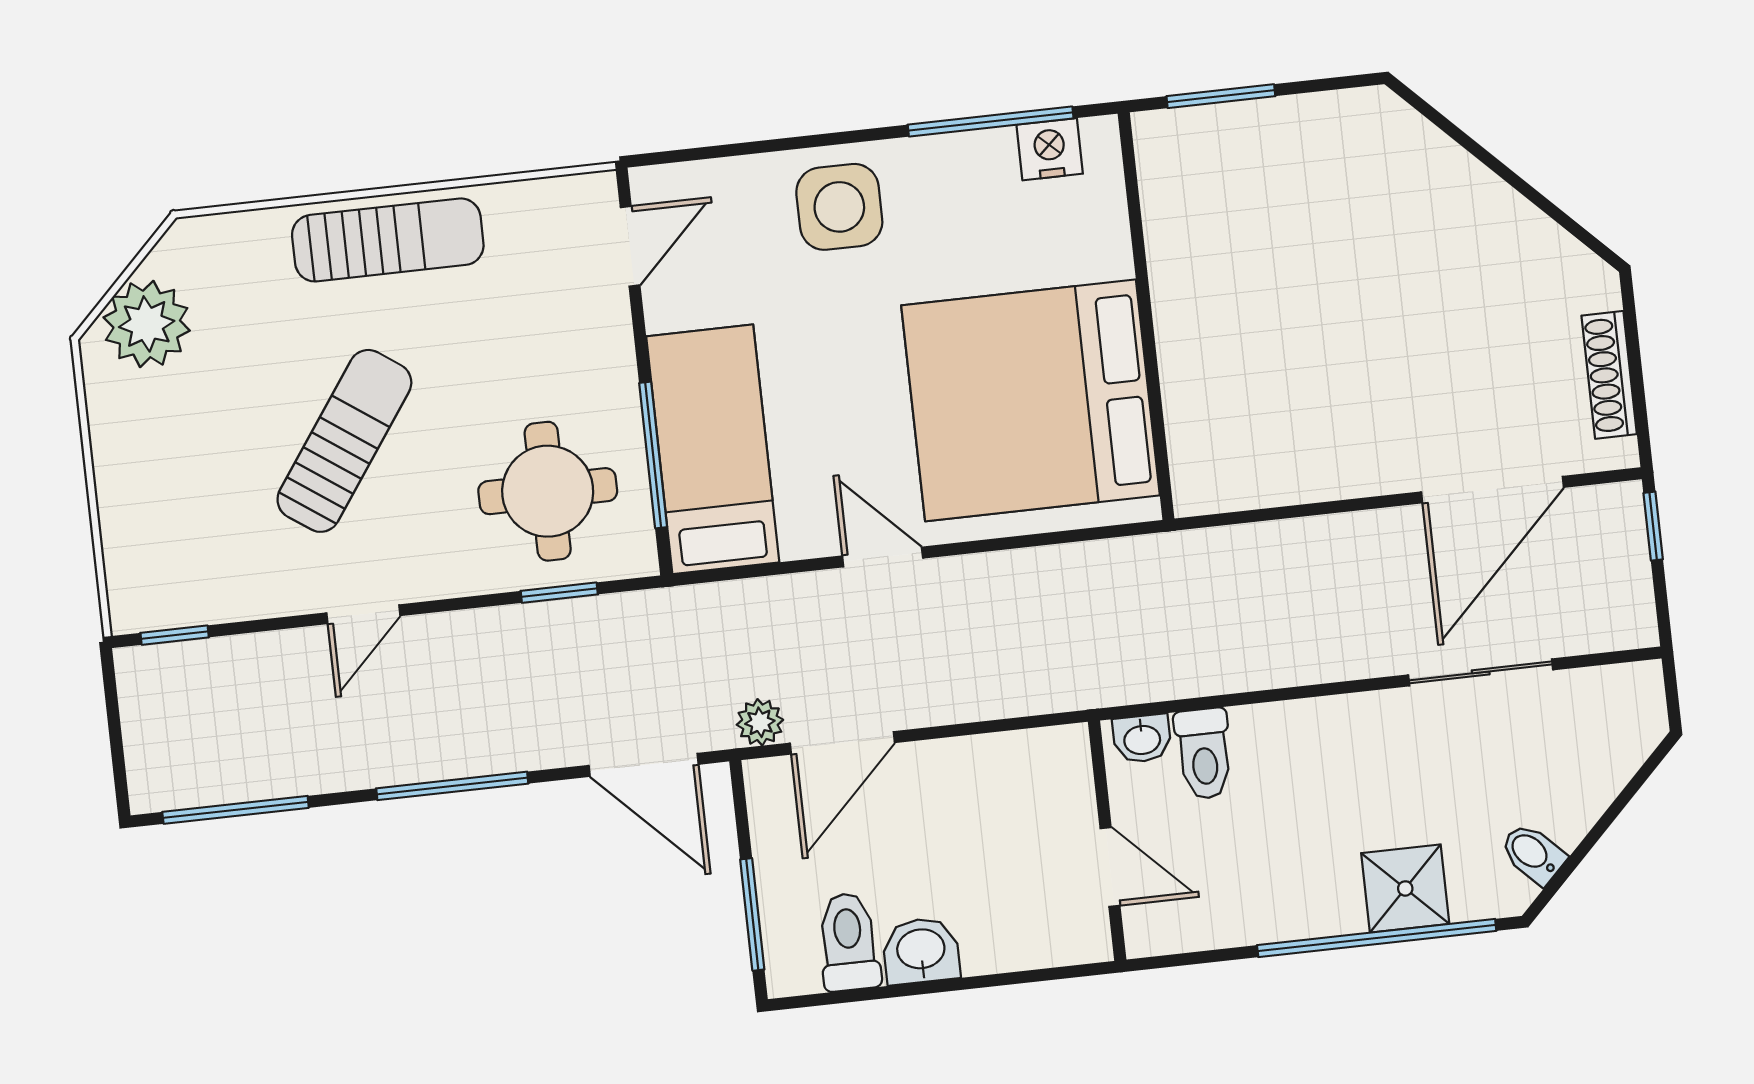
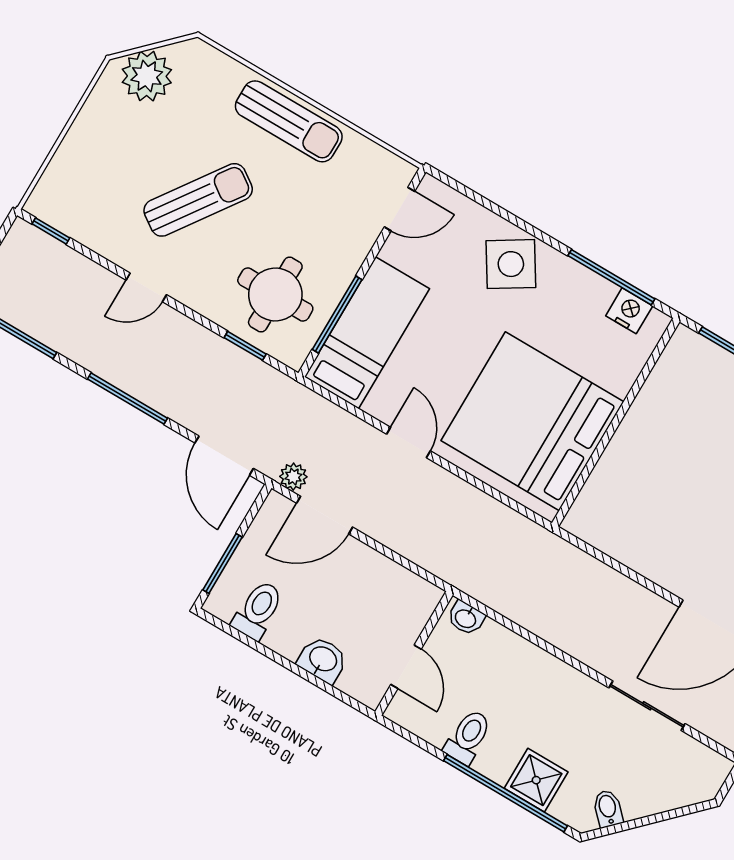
side table: (839, 207) -> (511, 264), turned -32
toilet: (1204, 754) -> (468, 737), moved, turned 180
washbasin: (921, 951) -> (323, 660), moved

